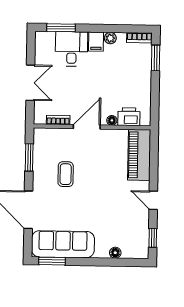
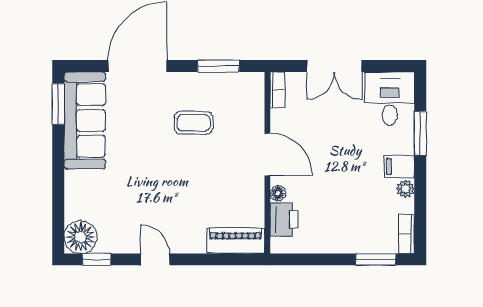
window: (61, 28) -> (420, 133), moved
desk: (71, 49) -> (390, 99), moved, turned -90
bookcase: (58, 120) -> (277, 90), moved
piano: (139, 155) -> (236, 241), width x0.73, depth x0.75
door: (153, 200) -> (155, 259), hinge flipped
floor lamp: (115, 253) -> (81, 237), moved, width x1.89, depth x1.89

